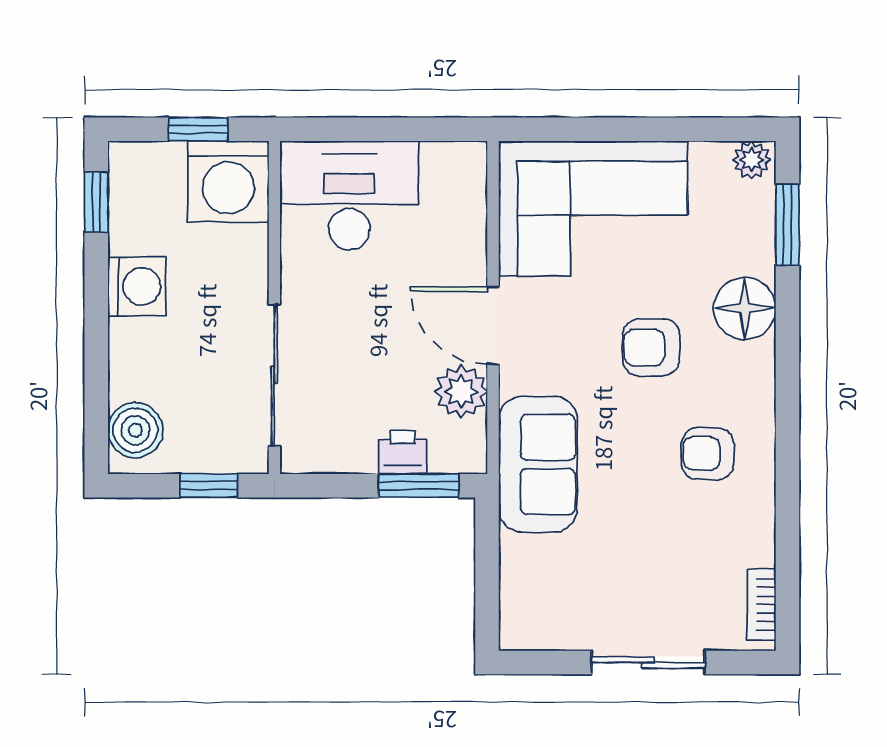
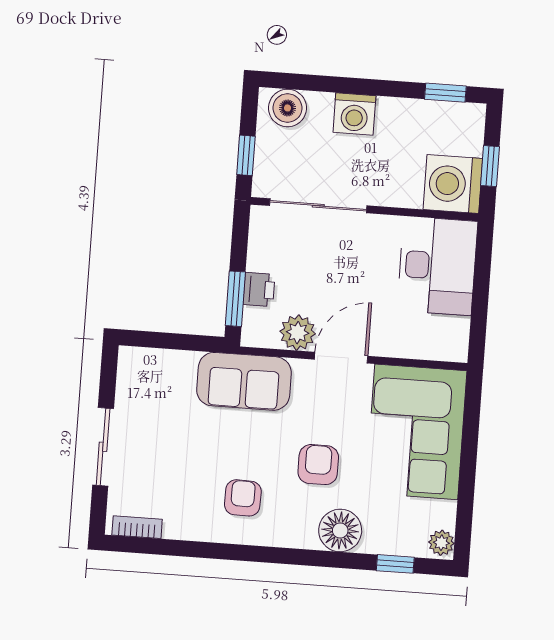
window: (788, 225) -> (395, 564), width x0.67
washing machine: (137, 287) -> (354, 114), moved

